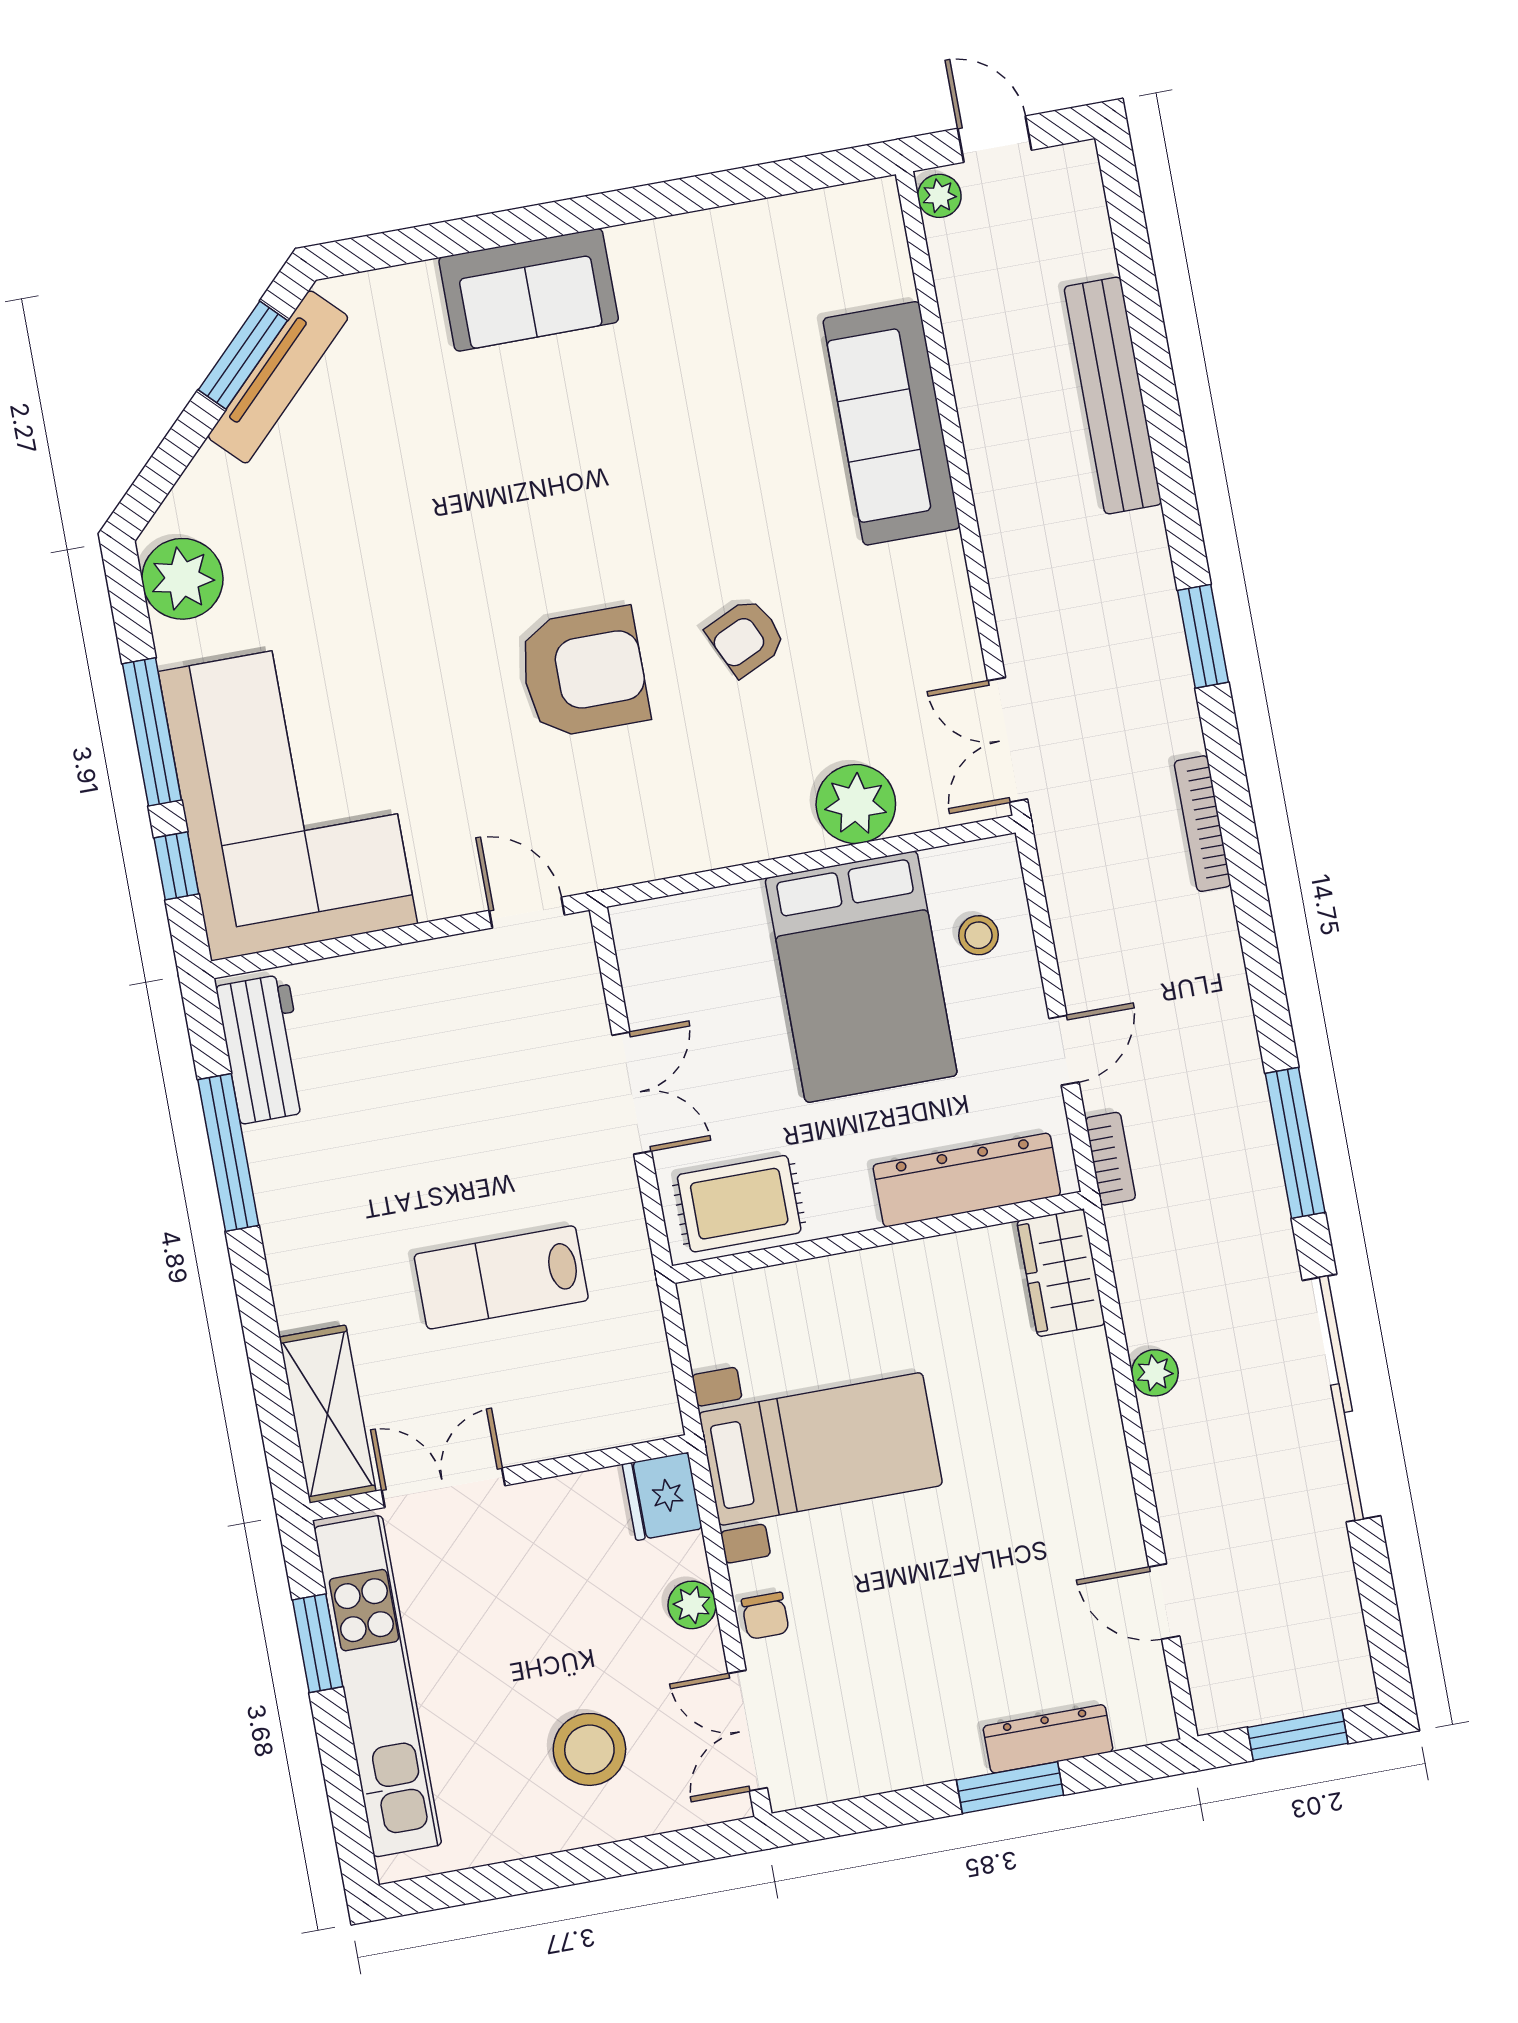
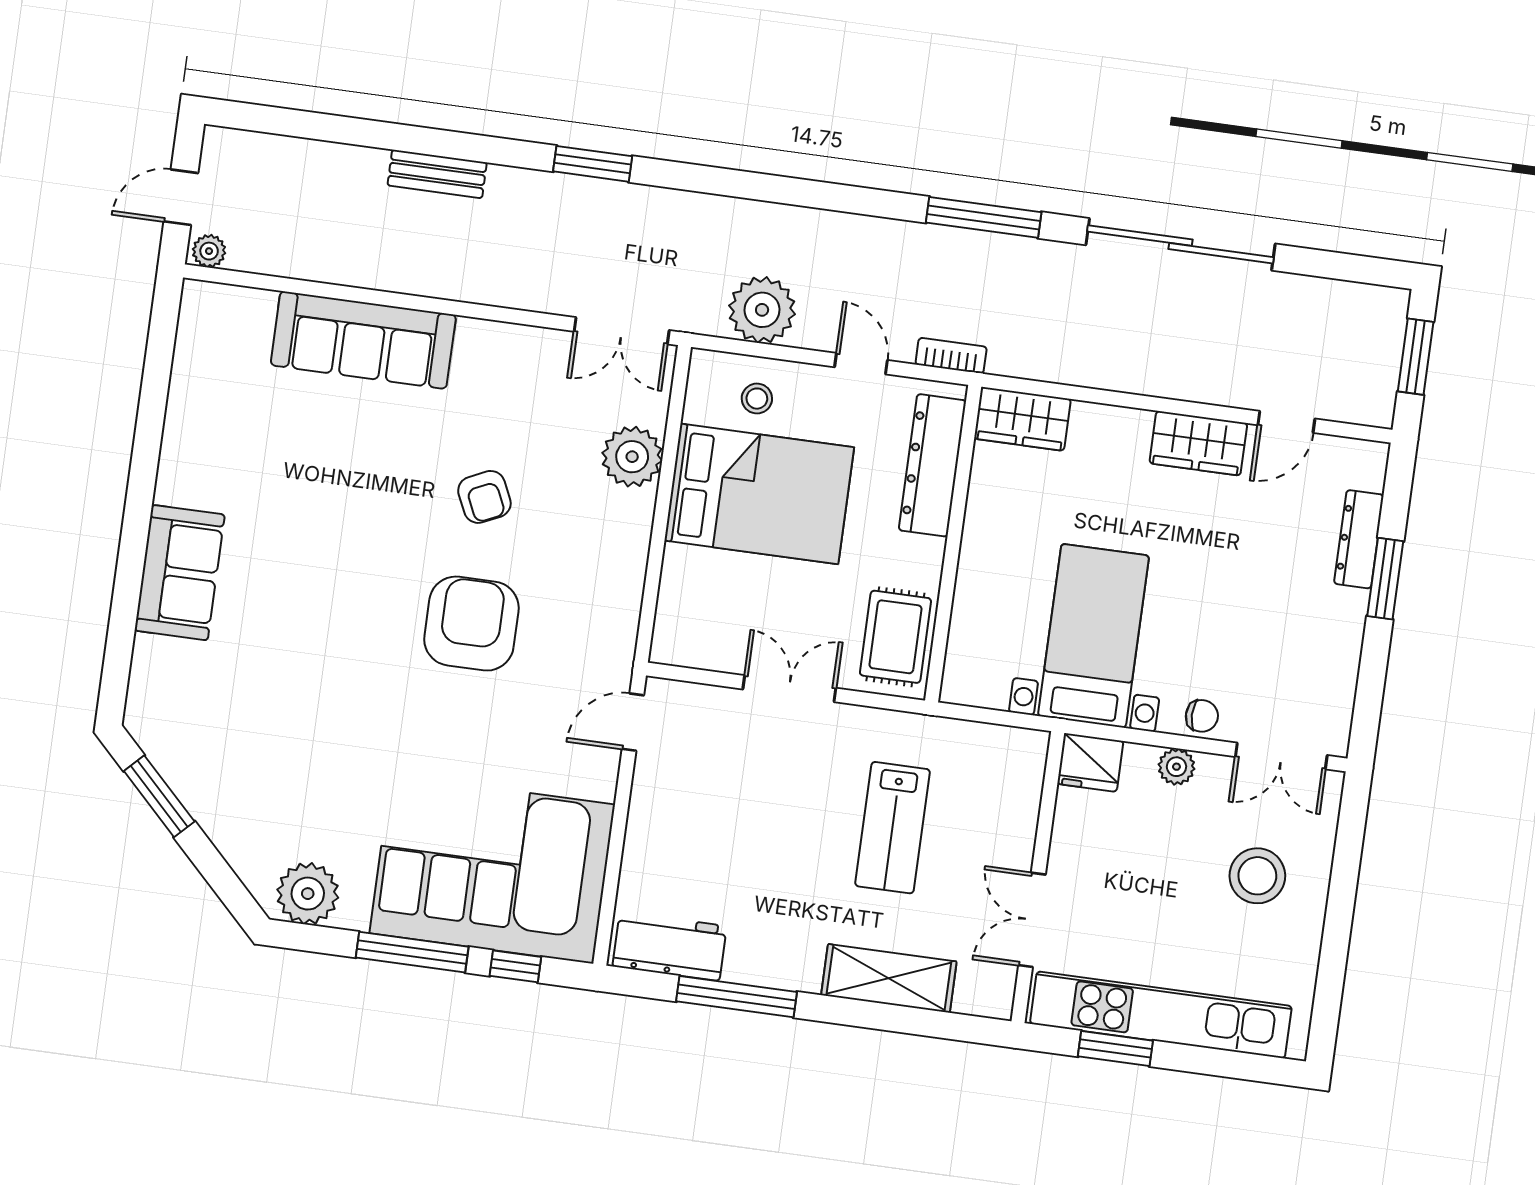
tv unit: (278, 377) -> (183, 776), removed
bench: (1113, 396) -> (437, 174), width x0.54, depth x0.82
bookcase: (1203, 824) -> (729, 209), removed
plant: (1155, 1373) -> (762, 310), moved, width x1.88, depth x1.88
shelving: (327, 1414) -> (889, 978), moved
wardrobe: (1102, 1501) -> (1198, 443), added

